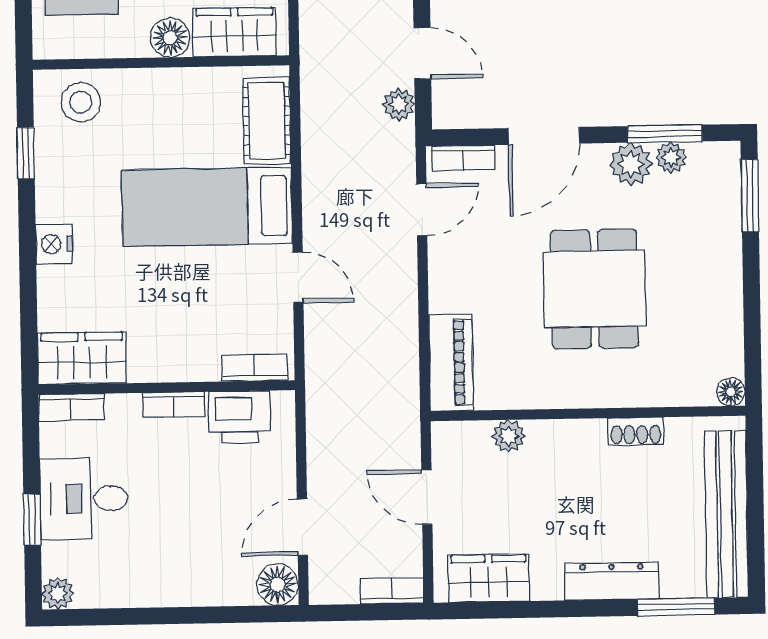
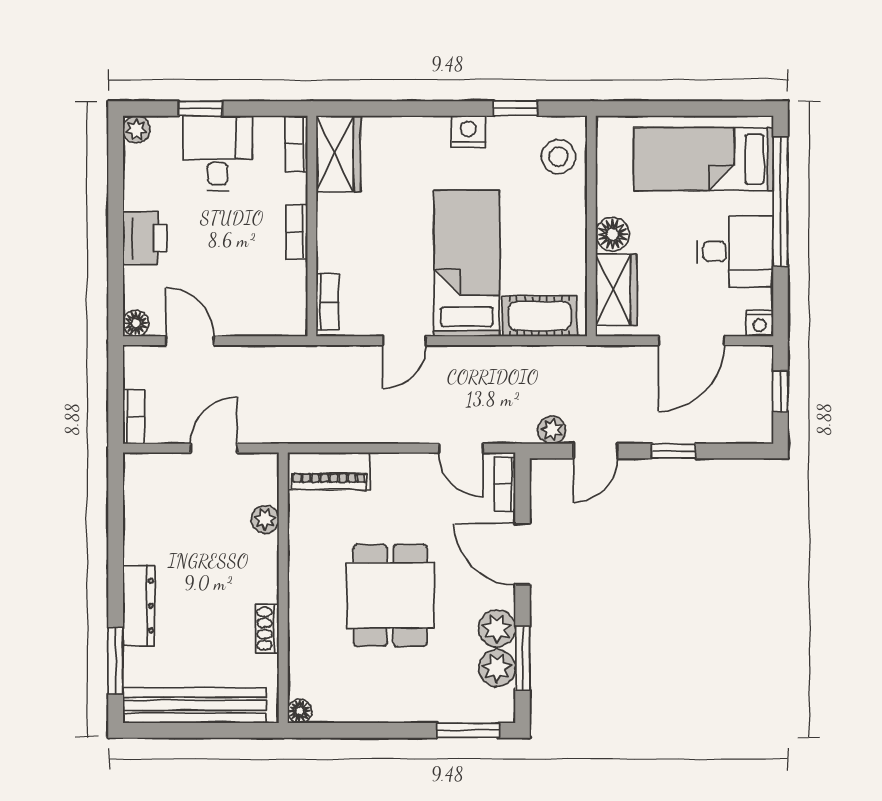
plant: (671, 158) -> (497, 668), width x1.38, depth x1.38
nightstand: (54, 244) -> (468, 131), moved
dining table: (594, 289) -> (390, 595), turned 90
printer: (239, 417) -> (145, 238), moved, turned 180
wardrobe: (489, 578) -> (143, 500), removed
floor lamp: (278, 585) -> (136, 323), width x0.73, depth x0.73

